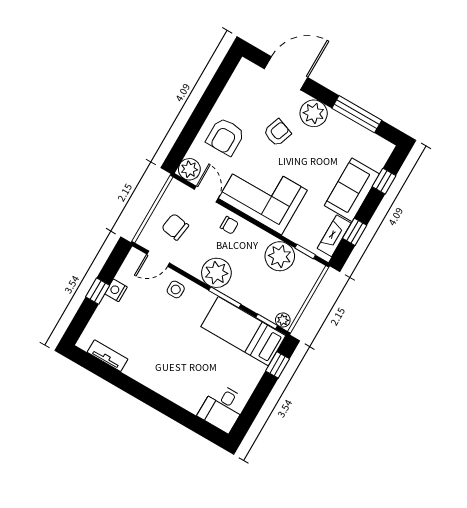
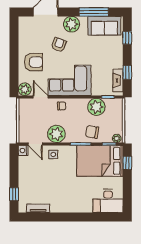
armchair: (225, 137) -> (33, 62), turned -90
sofa: (352, 190) -> (104, 26), moved, turned -90
chair: (175, 227) -> (92, 132), moved
door: (158, 259) -> (35, 144), hinge flipped
plant: (216, 273) -> (56, 134), moved
nightstand: (116, 290) -> (23, 150), moved
window: (98, 291) -> (14, 194), moved
bed: (243, 331) -> (100, 161), width x1.50
desk: (223, 408) -> (108, 201), width x1.37

